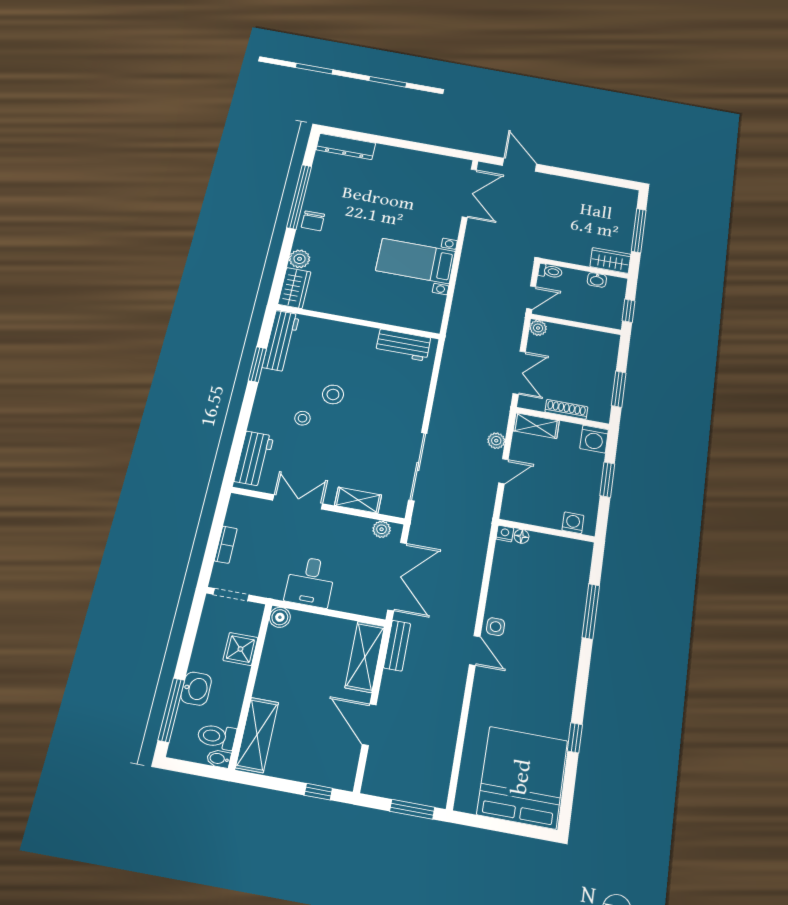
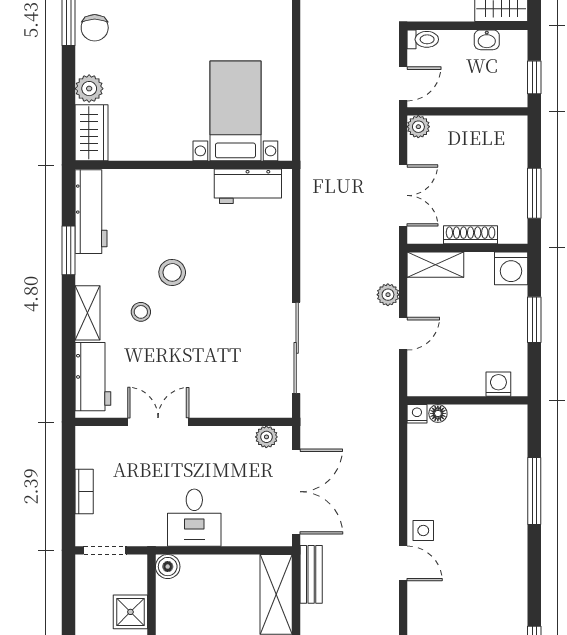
bed with nightstands: (416, 261) -> (235, 111), moved, turned 90
shelving: (358, 500) -> (88, 313), moved, turned 90

